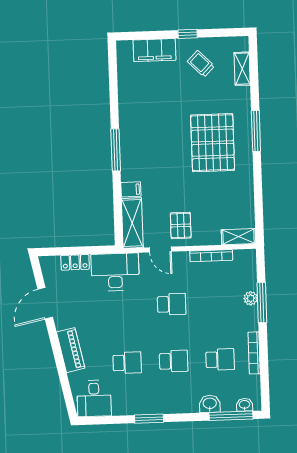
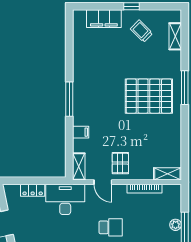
pallet: (213, 143) -> (149, 96), turned 90
shelving: (132, 223) -> (79, 167), width x0.67, depth x0.75

